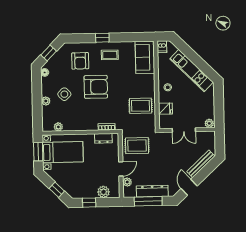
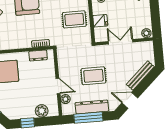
double door: (184, 130) -> (121, 42), swing flipped
rug: (137, 146) -> (93, 76), moved
door: (121, 169) -> (58, 86), hinge flipped
door: (189, 187) -> (130, 100), hinge flipped

